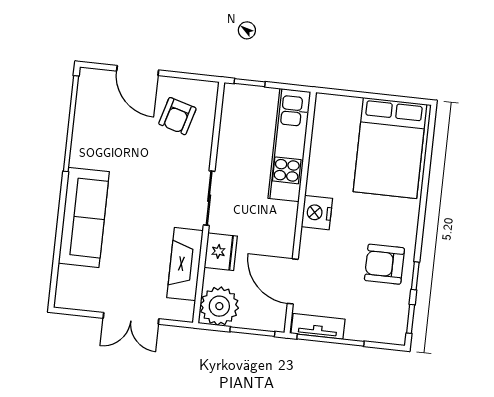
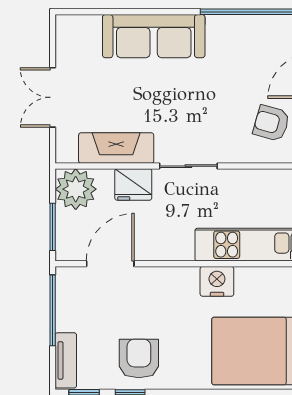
nightstand: (317, 213) -> (217, 281), moved
tv unit: (318, 326) -> (66, 360), moved

